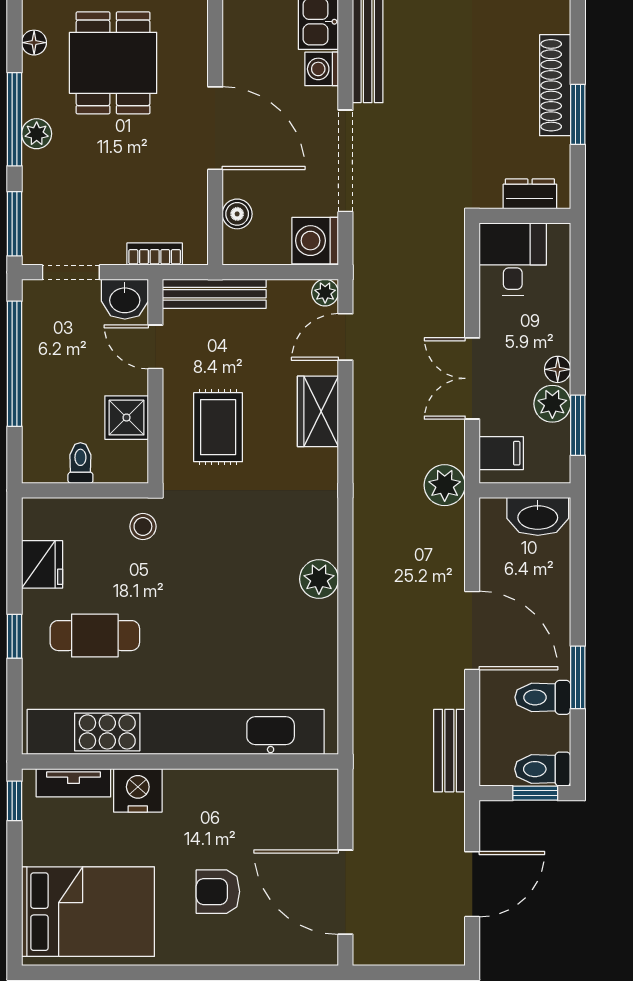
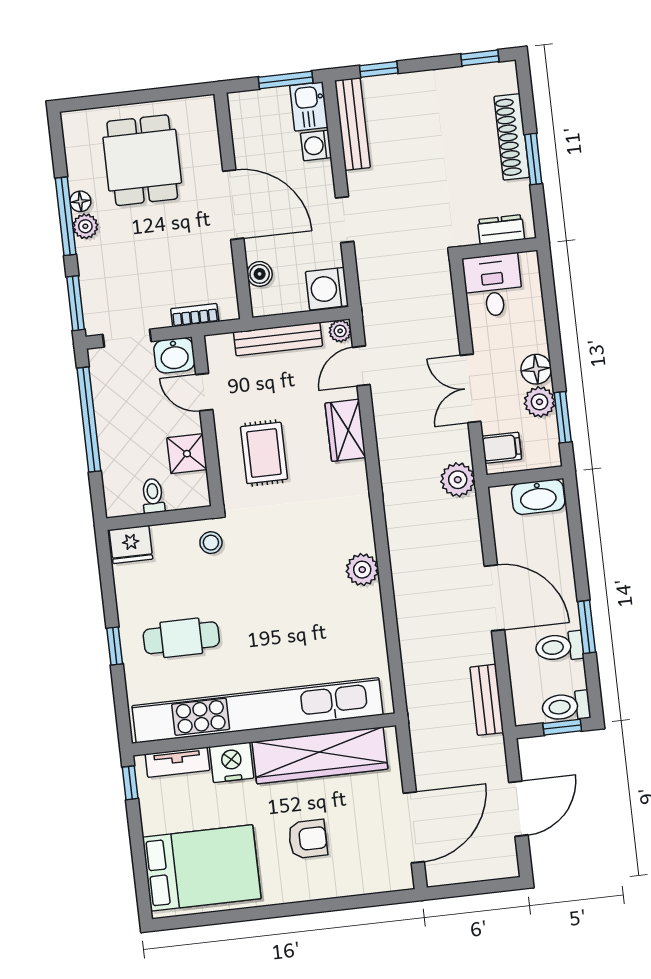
floor lamp: (34, 43) -> (80, 201), moved
doorway: (345, 161) -> (345, 220), width x0.53
bench: (214, 294) -> (278, 339), moved
floor lamp: (558, 369) -> (536, 369), width x1.37, depth x1.37
fridge: (42, 564) -> (131, 545), moved, turned 90
wardrobe: (244, 794) -> (320, 755), added
armchair: (218, 892) -> (308, 839), turned 180
door: (345, 892) -> (414, 827), swing flipped

